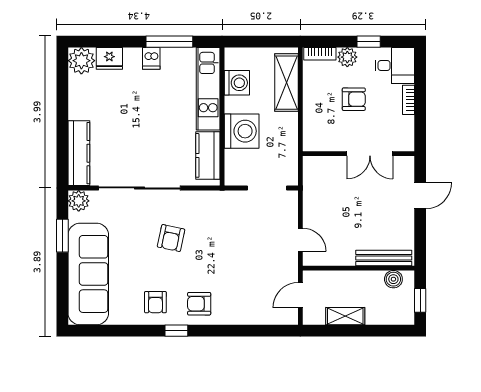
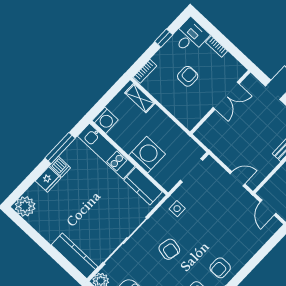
plant: (347, 57) -> (161, 58), removed
fridge: (109, 58) -> (48, 179), moved
washing machine: (237, 83) -> (105, 120), moved, turned 90
shelving: (286, 83) -> (140, 98), width x0.67, depth x0.75
side table: (217, 209) -> (177, 209), added

